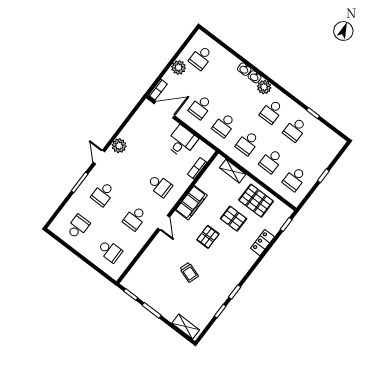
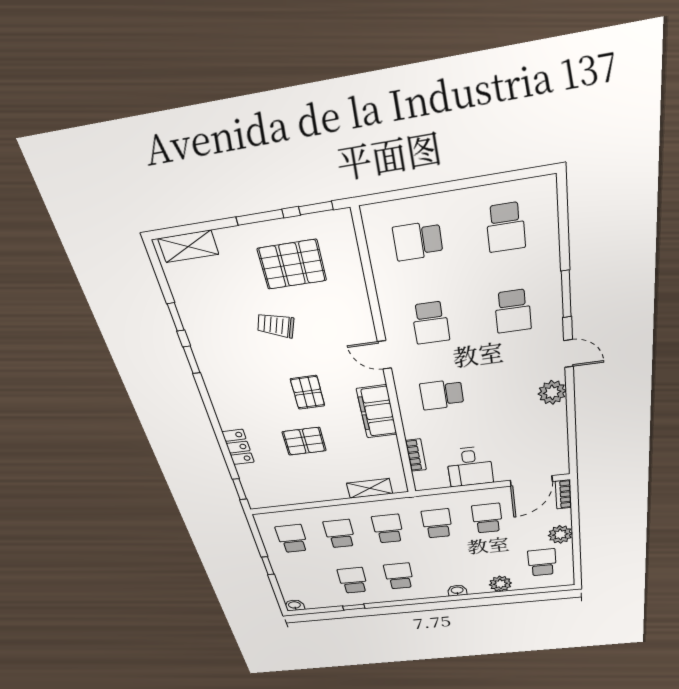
washbasin: (244, 69) -> (295, 605), moved
plant: (264, 87) -> (500, 584), moved
school desk: (103, 194) -> (513, 311), turned 180
pallet: (256, 201) -> (292, 264), moved
school desk: (135, 218) -> (431, 323), turned 180

